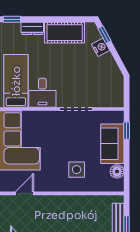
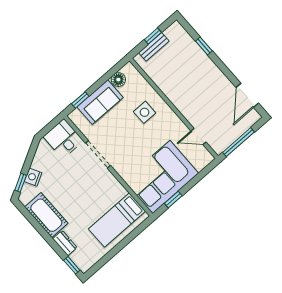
desk: (42, 93) -> (63, 139), moved, turned -90

